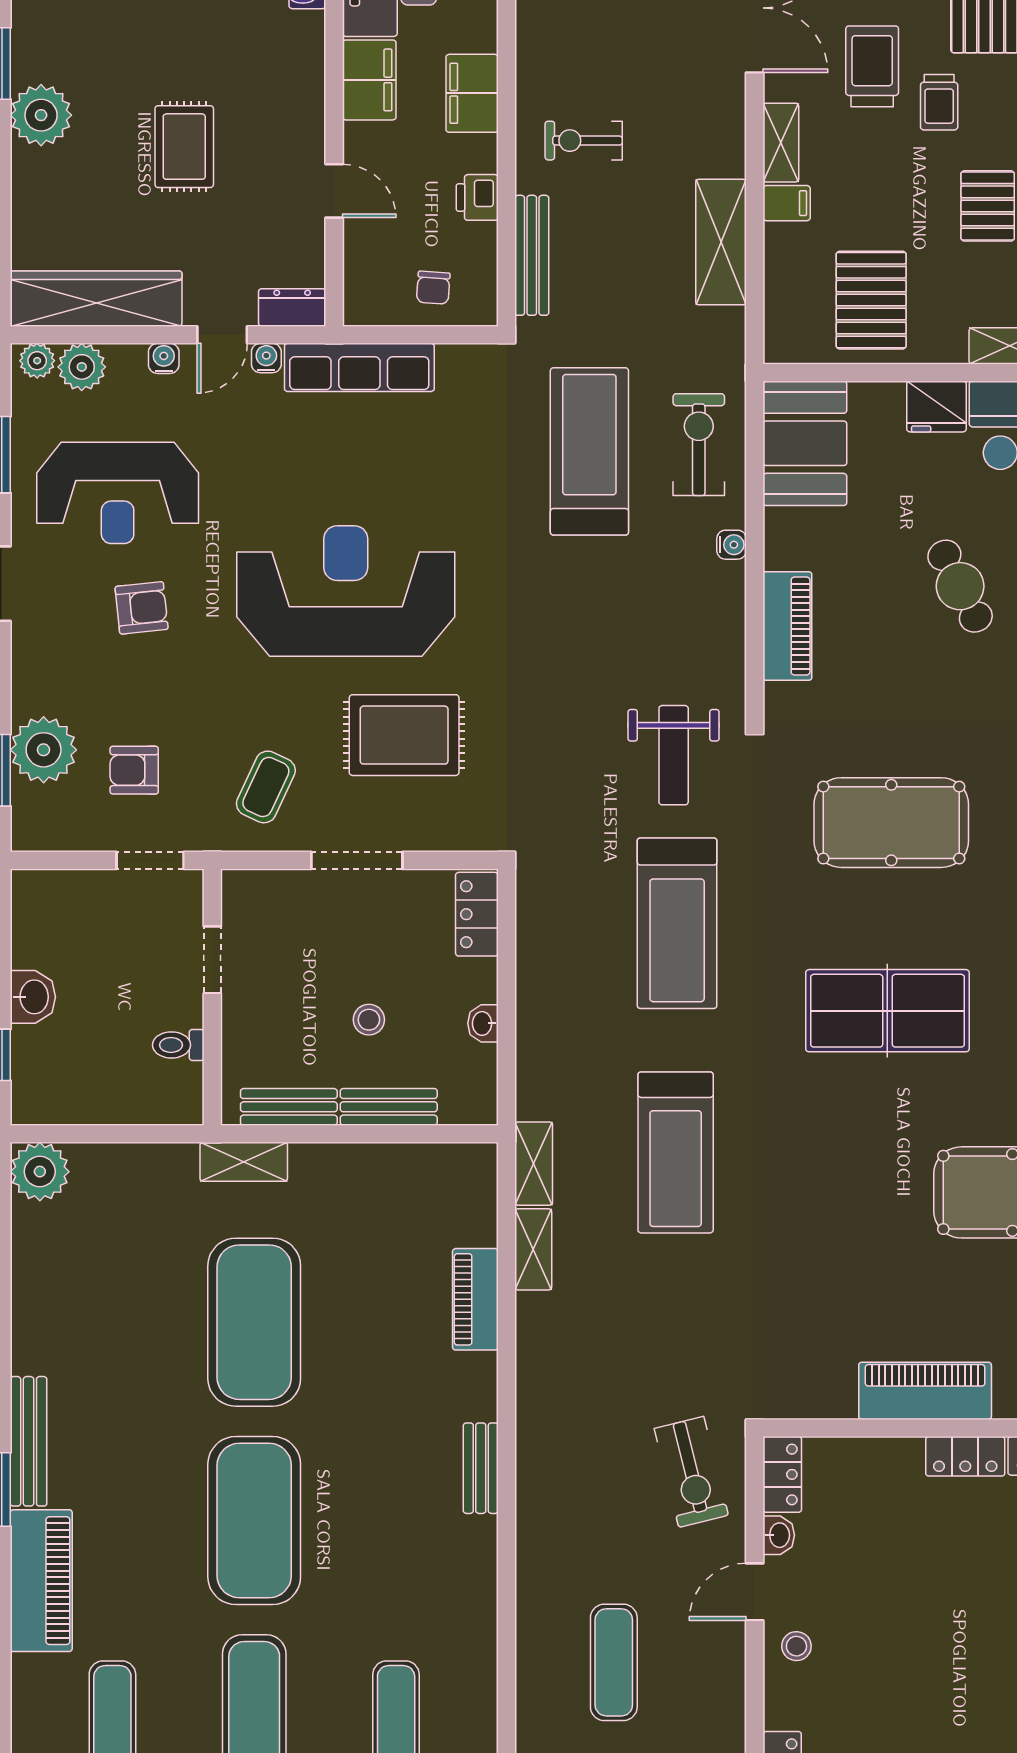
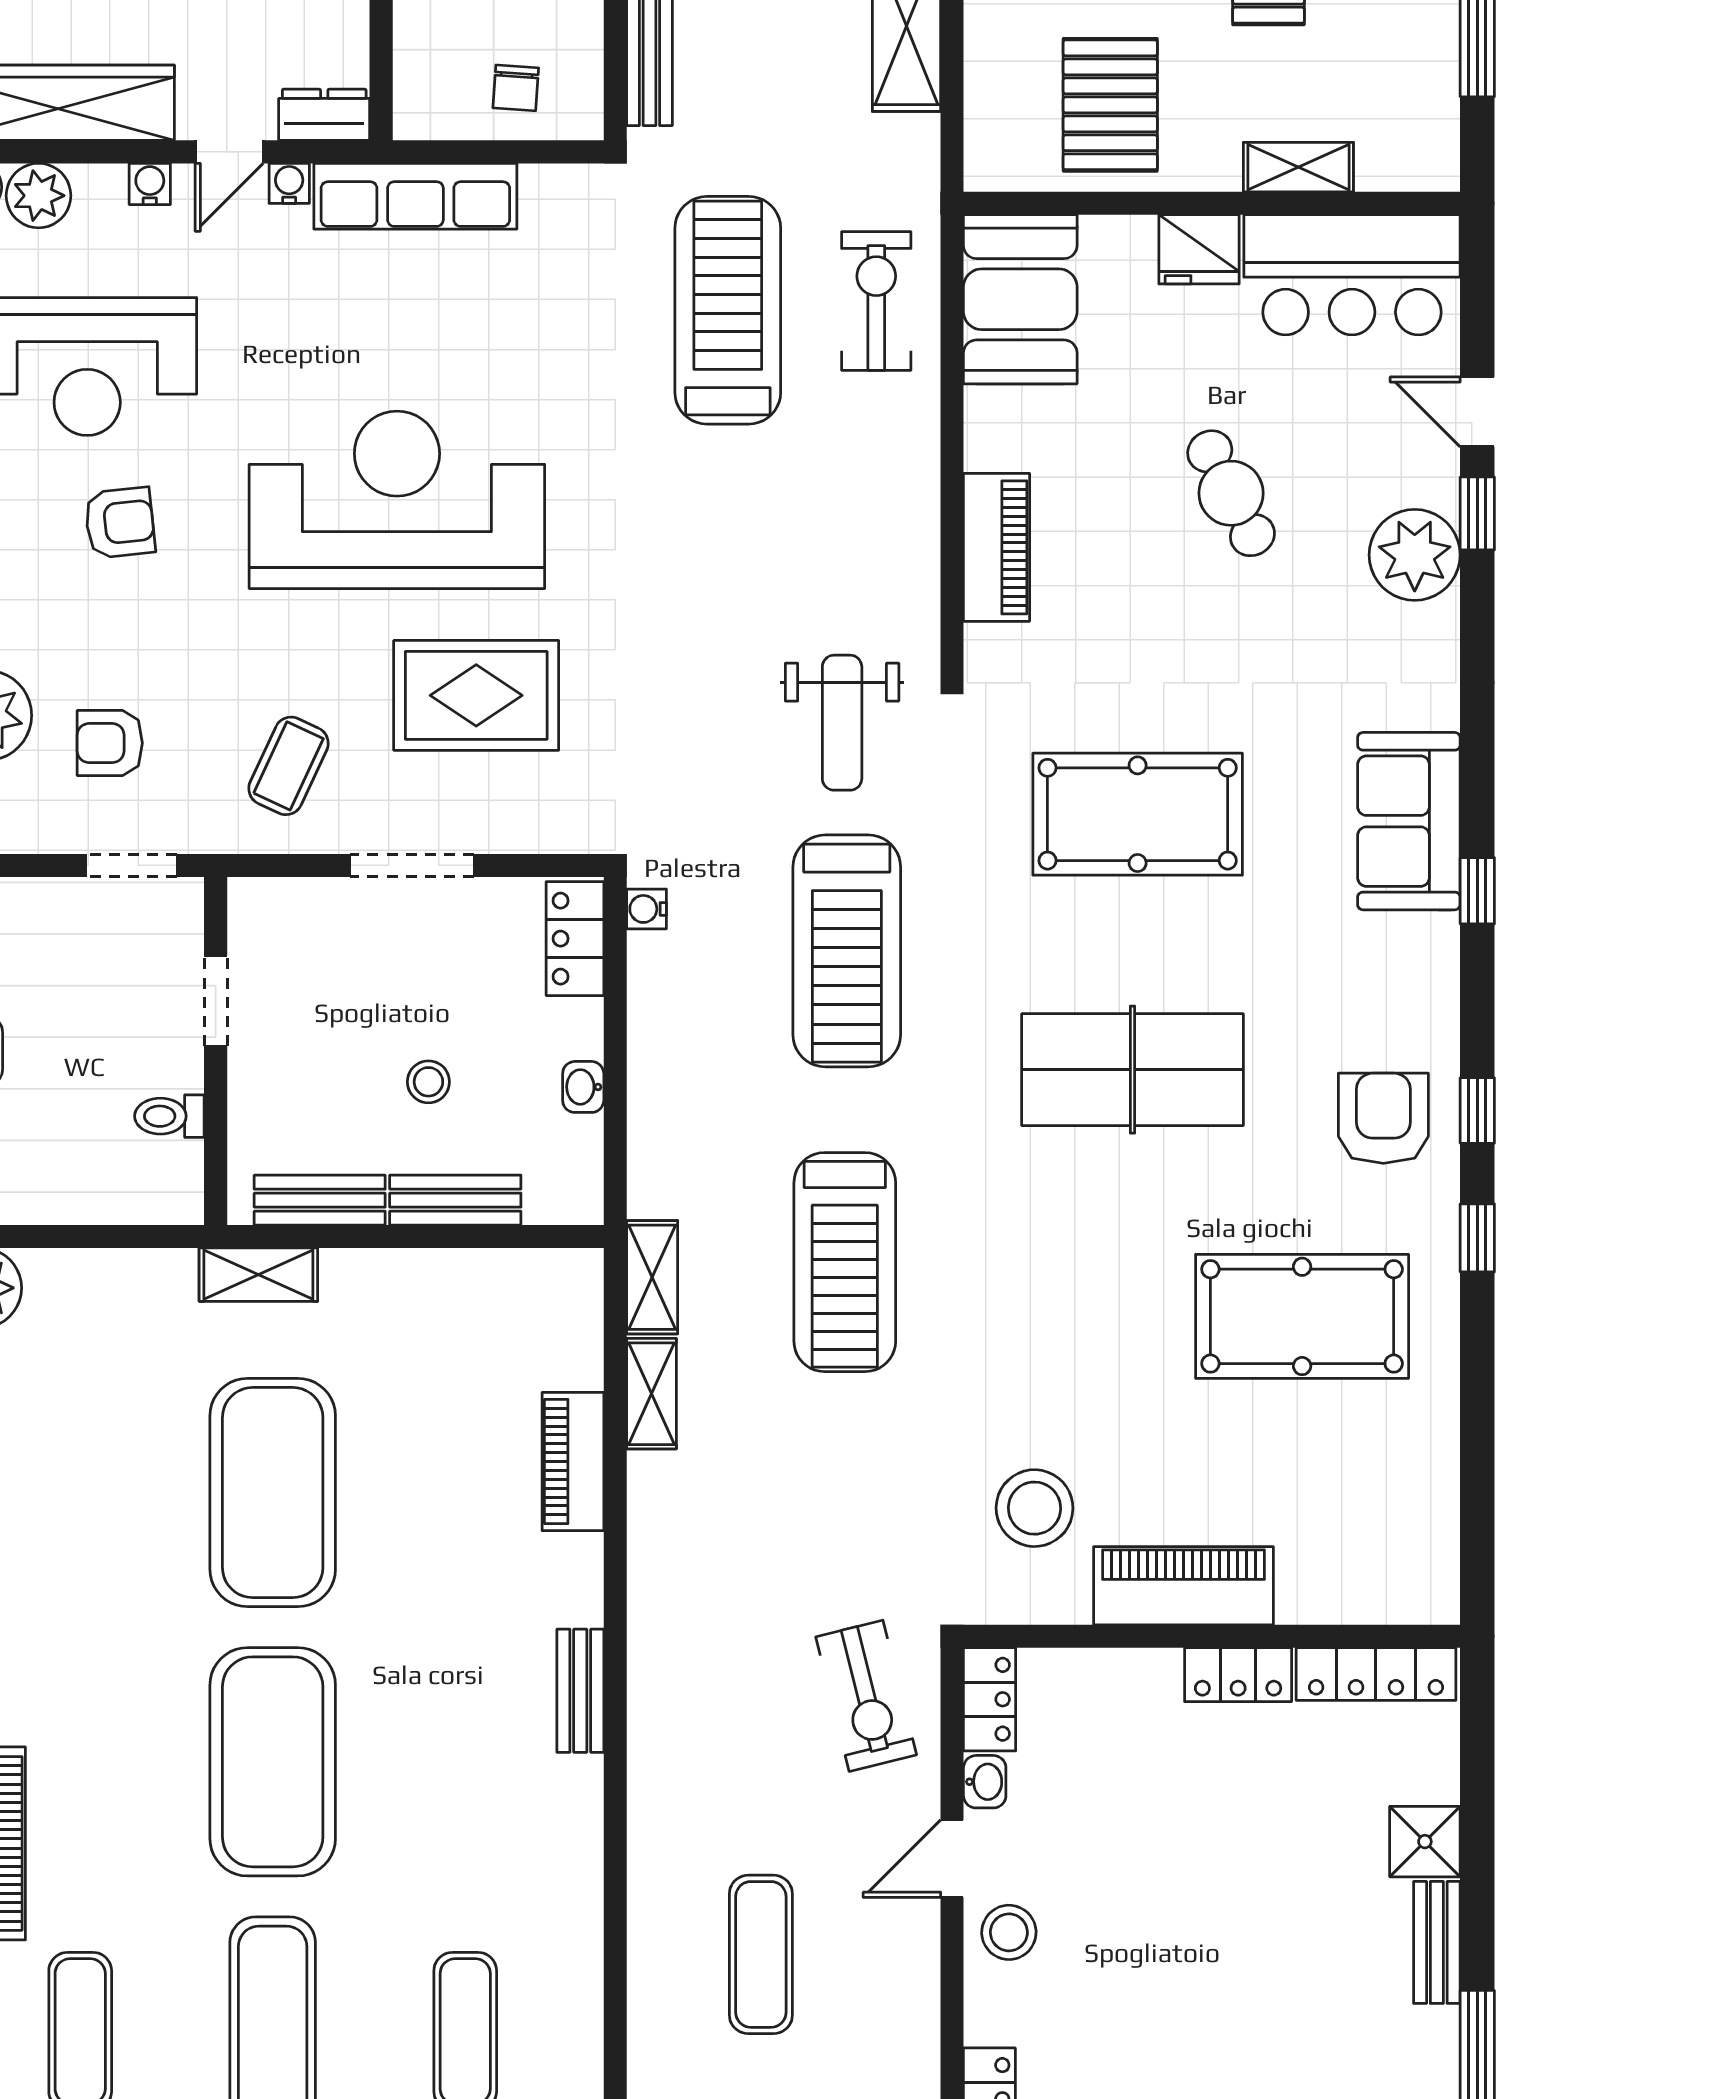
water cooler: (732, 545) -> (647, 909), moved, turned 180
stool: (815, 1334) -> (1034, 1508), added
stool: (796, 1646) -> (1009, 1932), width x1.37, depth x1.37

